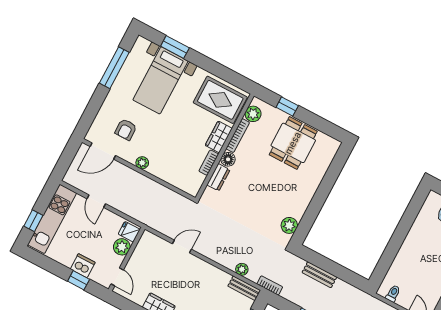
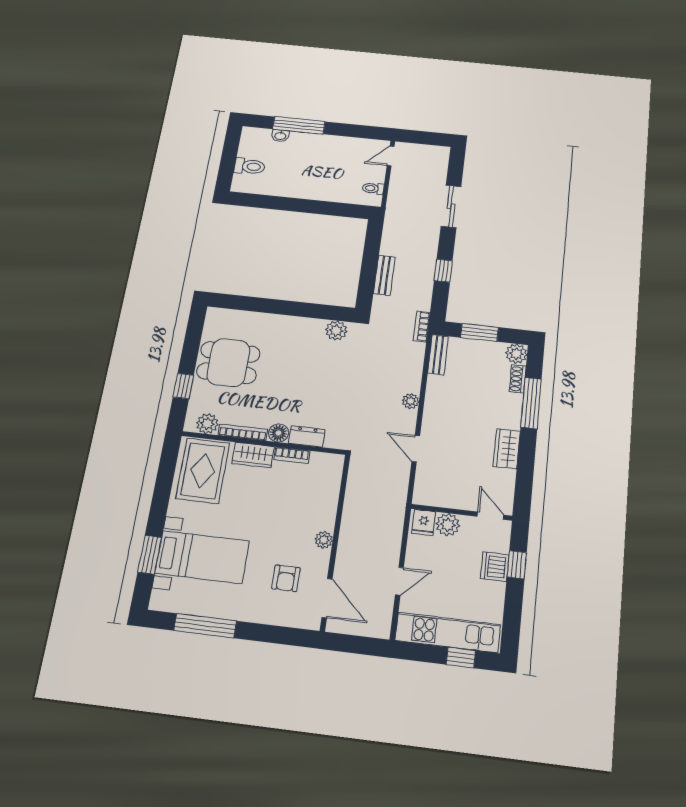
armchair: (126, 129) -> (286, 578), turned 90
plant: (242, 269) -> (411, 401), moved
door: (117, 277) -> (490, 516), hinge flipped

